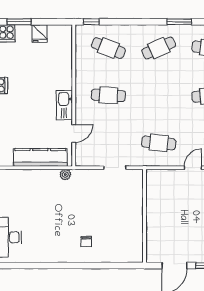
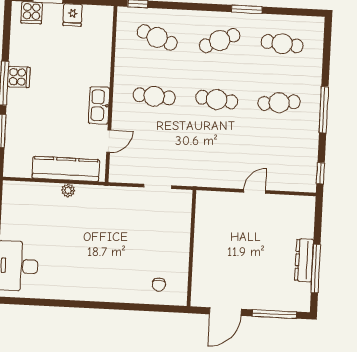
cafe table: (159, 143) -> (217, 99), moved
plant: (65, 175) -> (68, 190), moved
chair: (86, 241) -> (159, 285), moved

